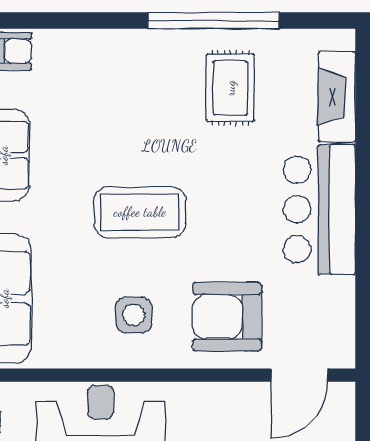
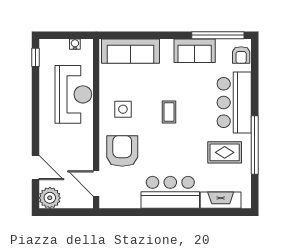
bar counter: (119, 67) -> (234, 102), added
coffee table: (140, 212) -> (169, 112), width x0.54, depth x0.58

